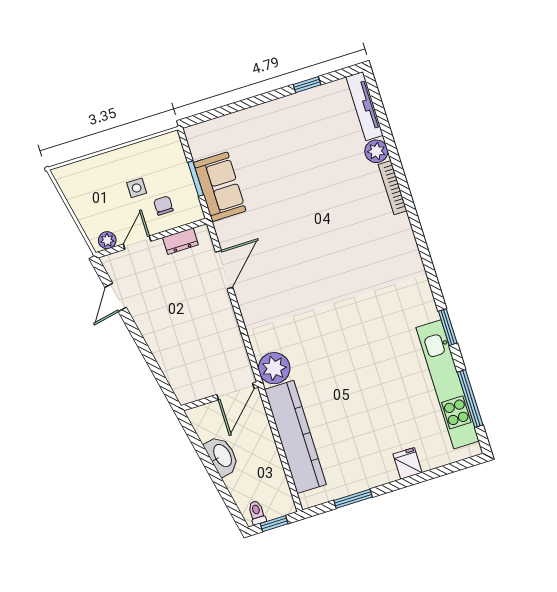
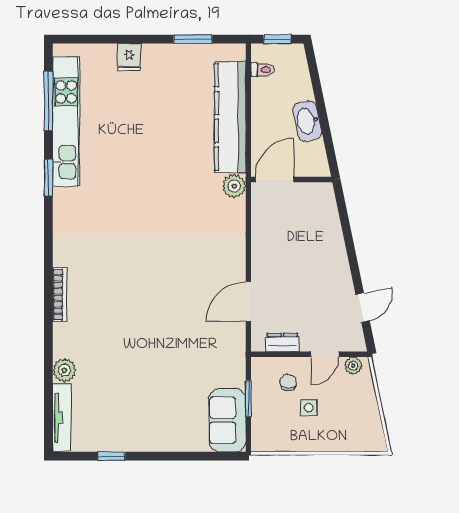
sofa: (220, 187) -> (227, 420), moved
bookcase: (393, 188) -> (60, 295), moved
chair: (163, 206) -> (288, 382), turned 180
plant: (274, 368) -> (234, 186), width x0.73, depth x0.73
toilet: (257, 513) -> (263, 70), moved, turned -90

